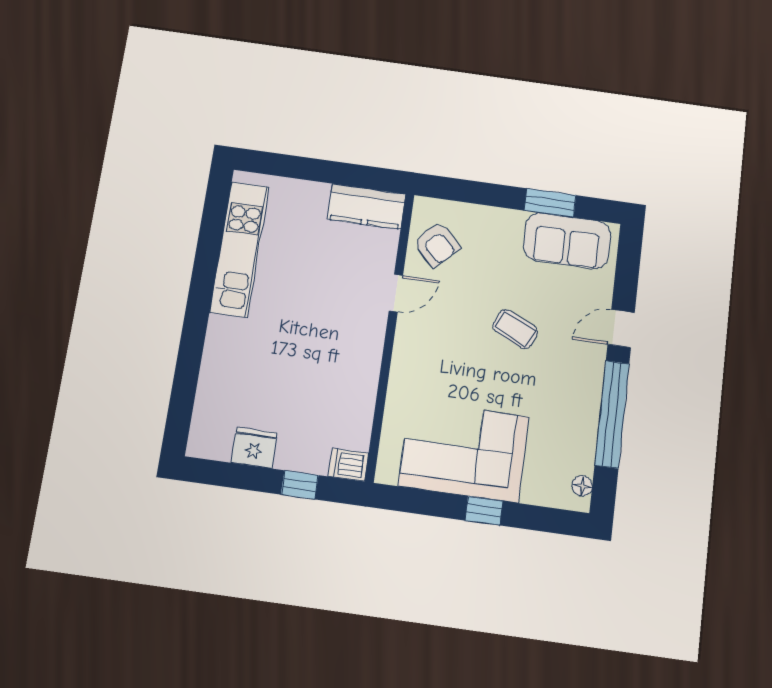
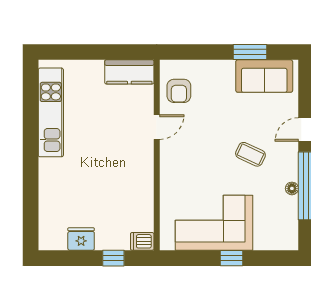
armchair: (437, 244) -> (179, 91), turned 45
coffee table: (515, 329) -> (250, 154), moved
floor lamp: (582, 486) -> (292, 188), moved

